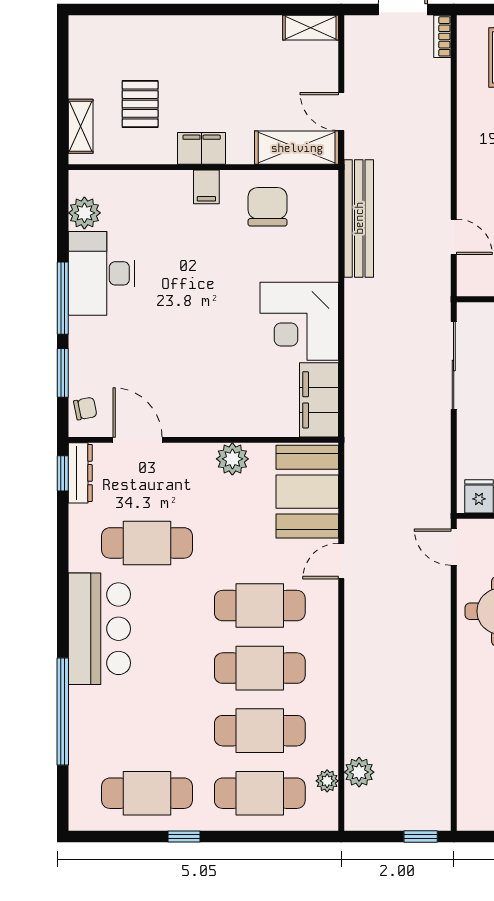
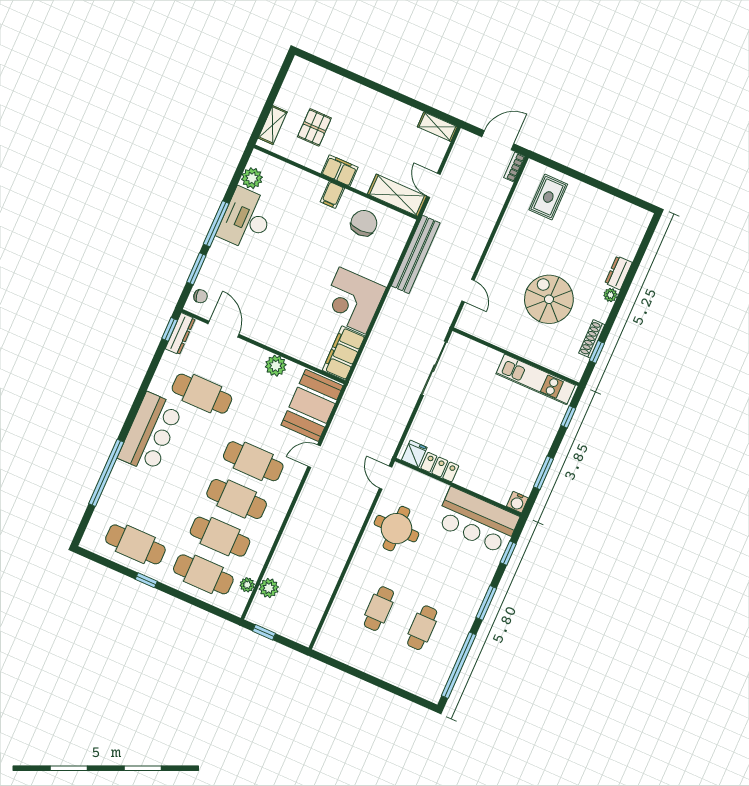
window: (421, 837) -> (264, 632), moved

